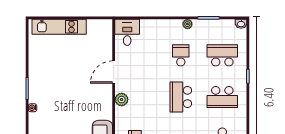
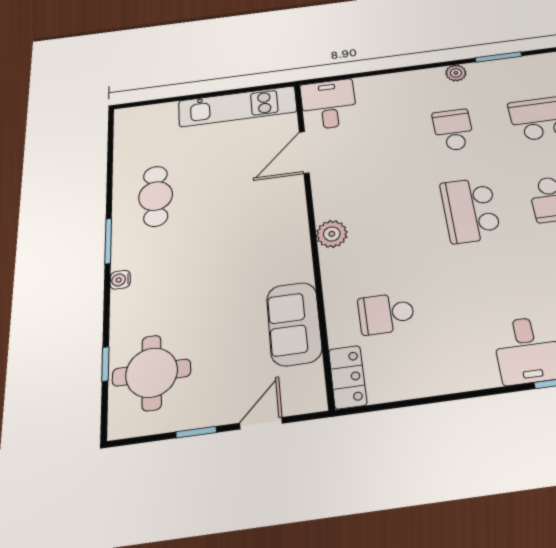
kitchen unit: (59, 27) -> (238, 106), moved
cafe table: (47, 69) -> (156, 196), added
door: (114, 72) -> (304, 152), moved

